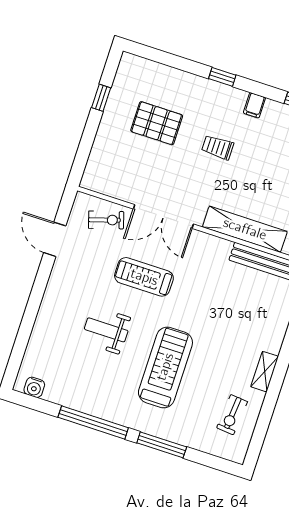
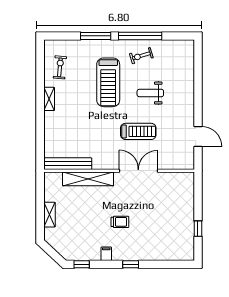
pallet: (157, 123) -> (160, 224), removed
exercise bike: (106, 220) -> (141, 56), moved
weight bench: (106, 330) -> (150, 93), turned 180
water cooler: (34, 387) -> (182, 45), removed

